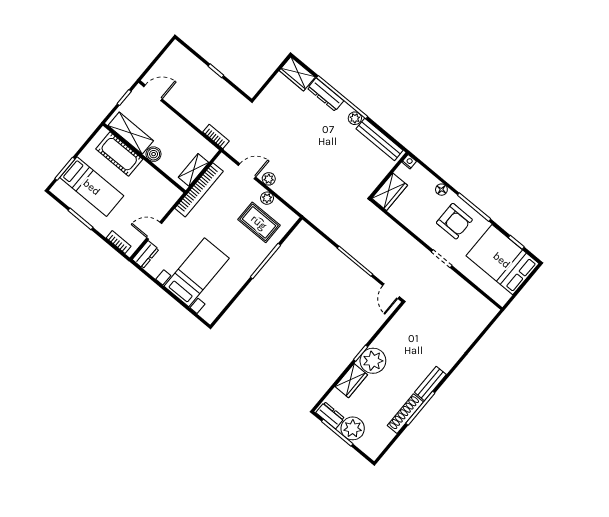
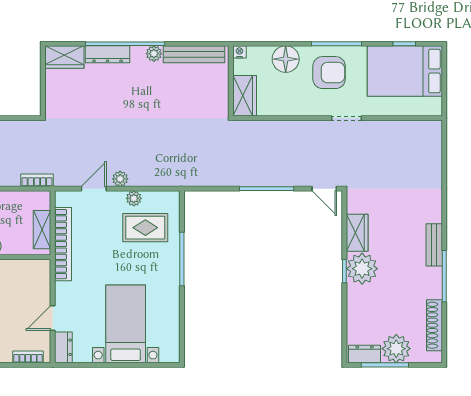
floor lamp: (441, 190) -> (286, 59), width x1.89, depth x1.89
wardrobe: (351, 381) -> (357, 233), moved
shoe rack: (405, 414) -> (434, 325), moved

